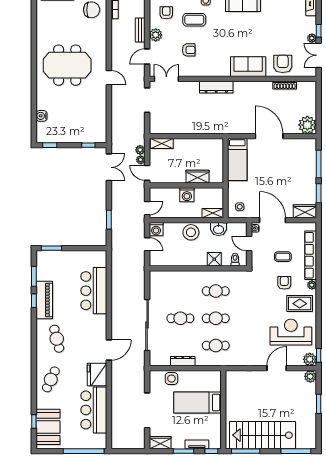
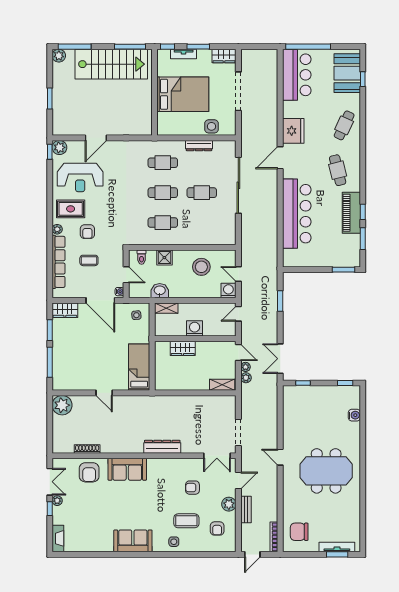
door: (269, 136) -> (104, 393), width x0.53
stool: (191, 232) -> (201, 267), moved
bar counter: (94, 291) -> (297, 214), width x1.36
plant: (310, 376) -> (59, 56), moved
bed: (197, 402) -> (183, 94), width x1.50
bar counter: (94, 410) -> (297, 75), moved

